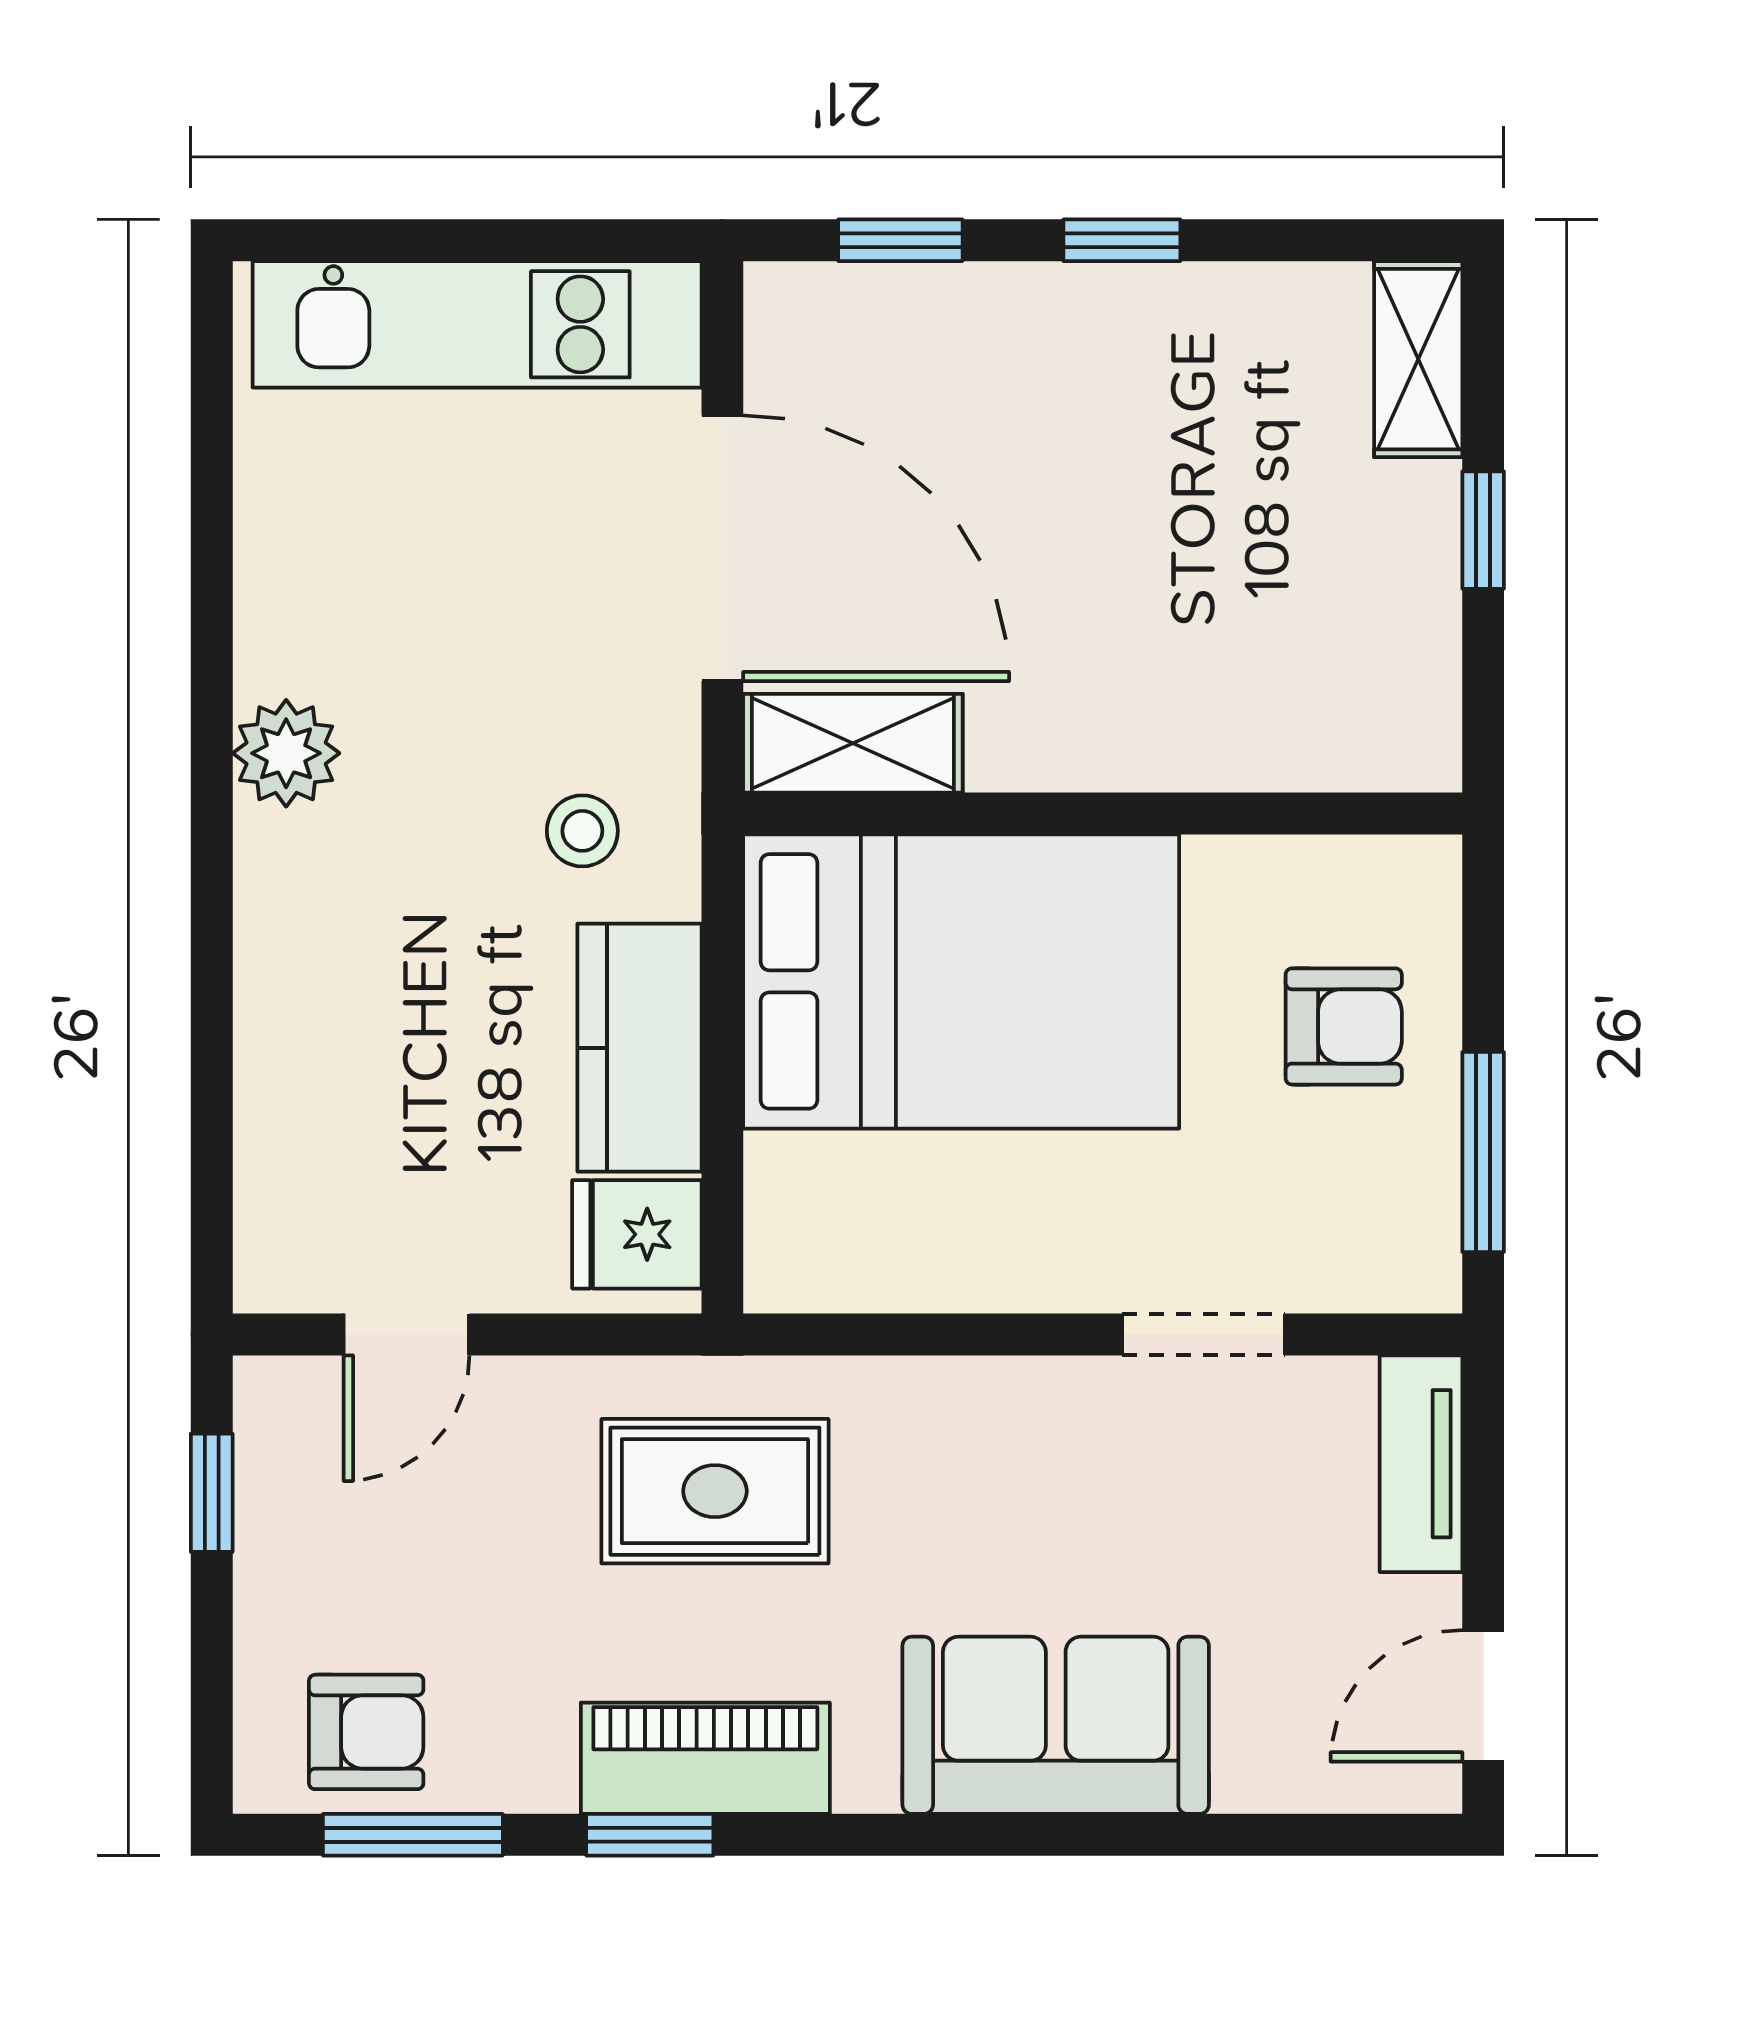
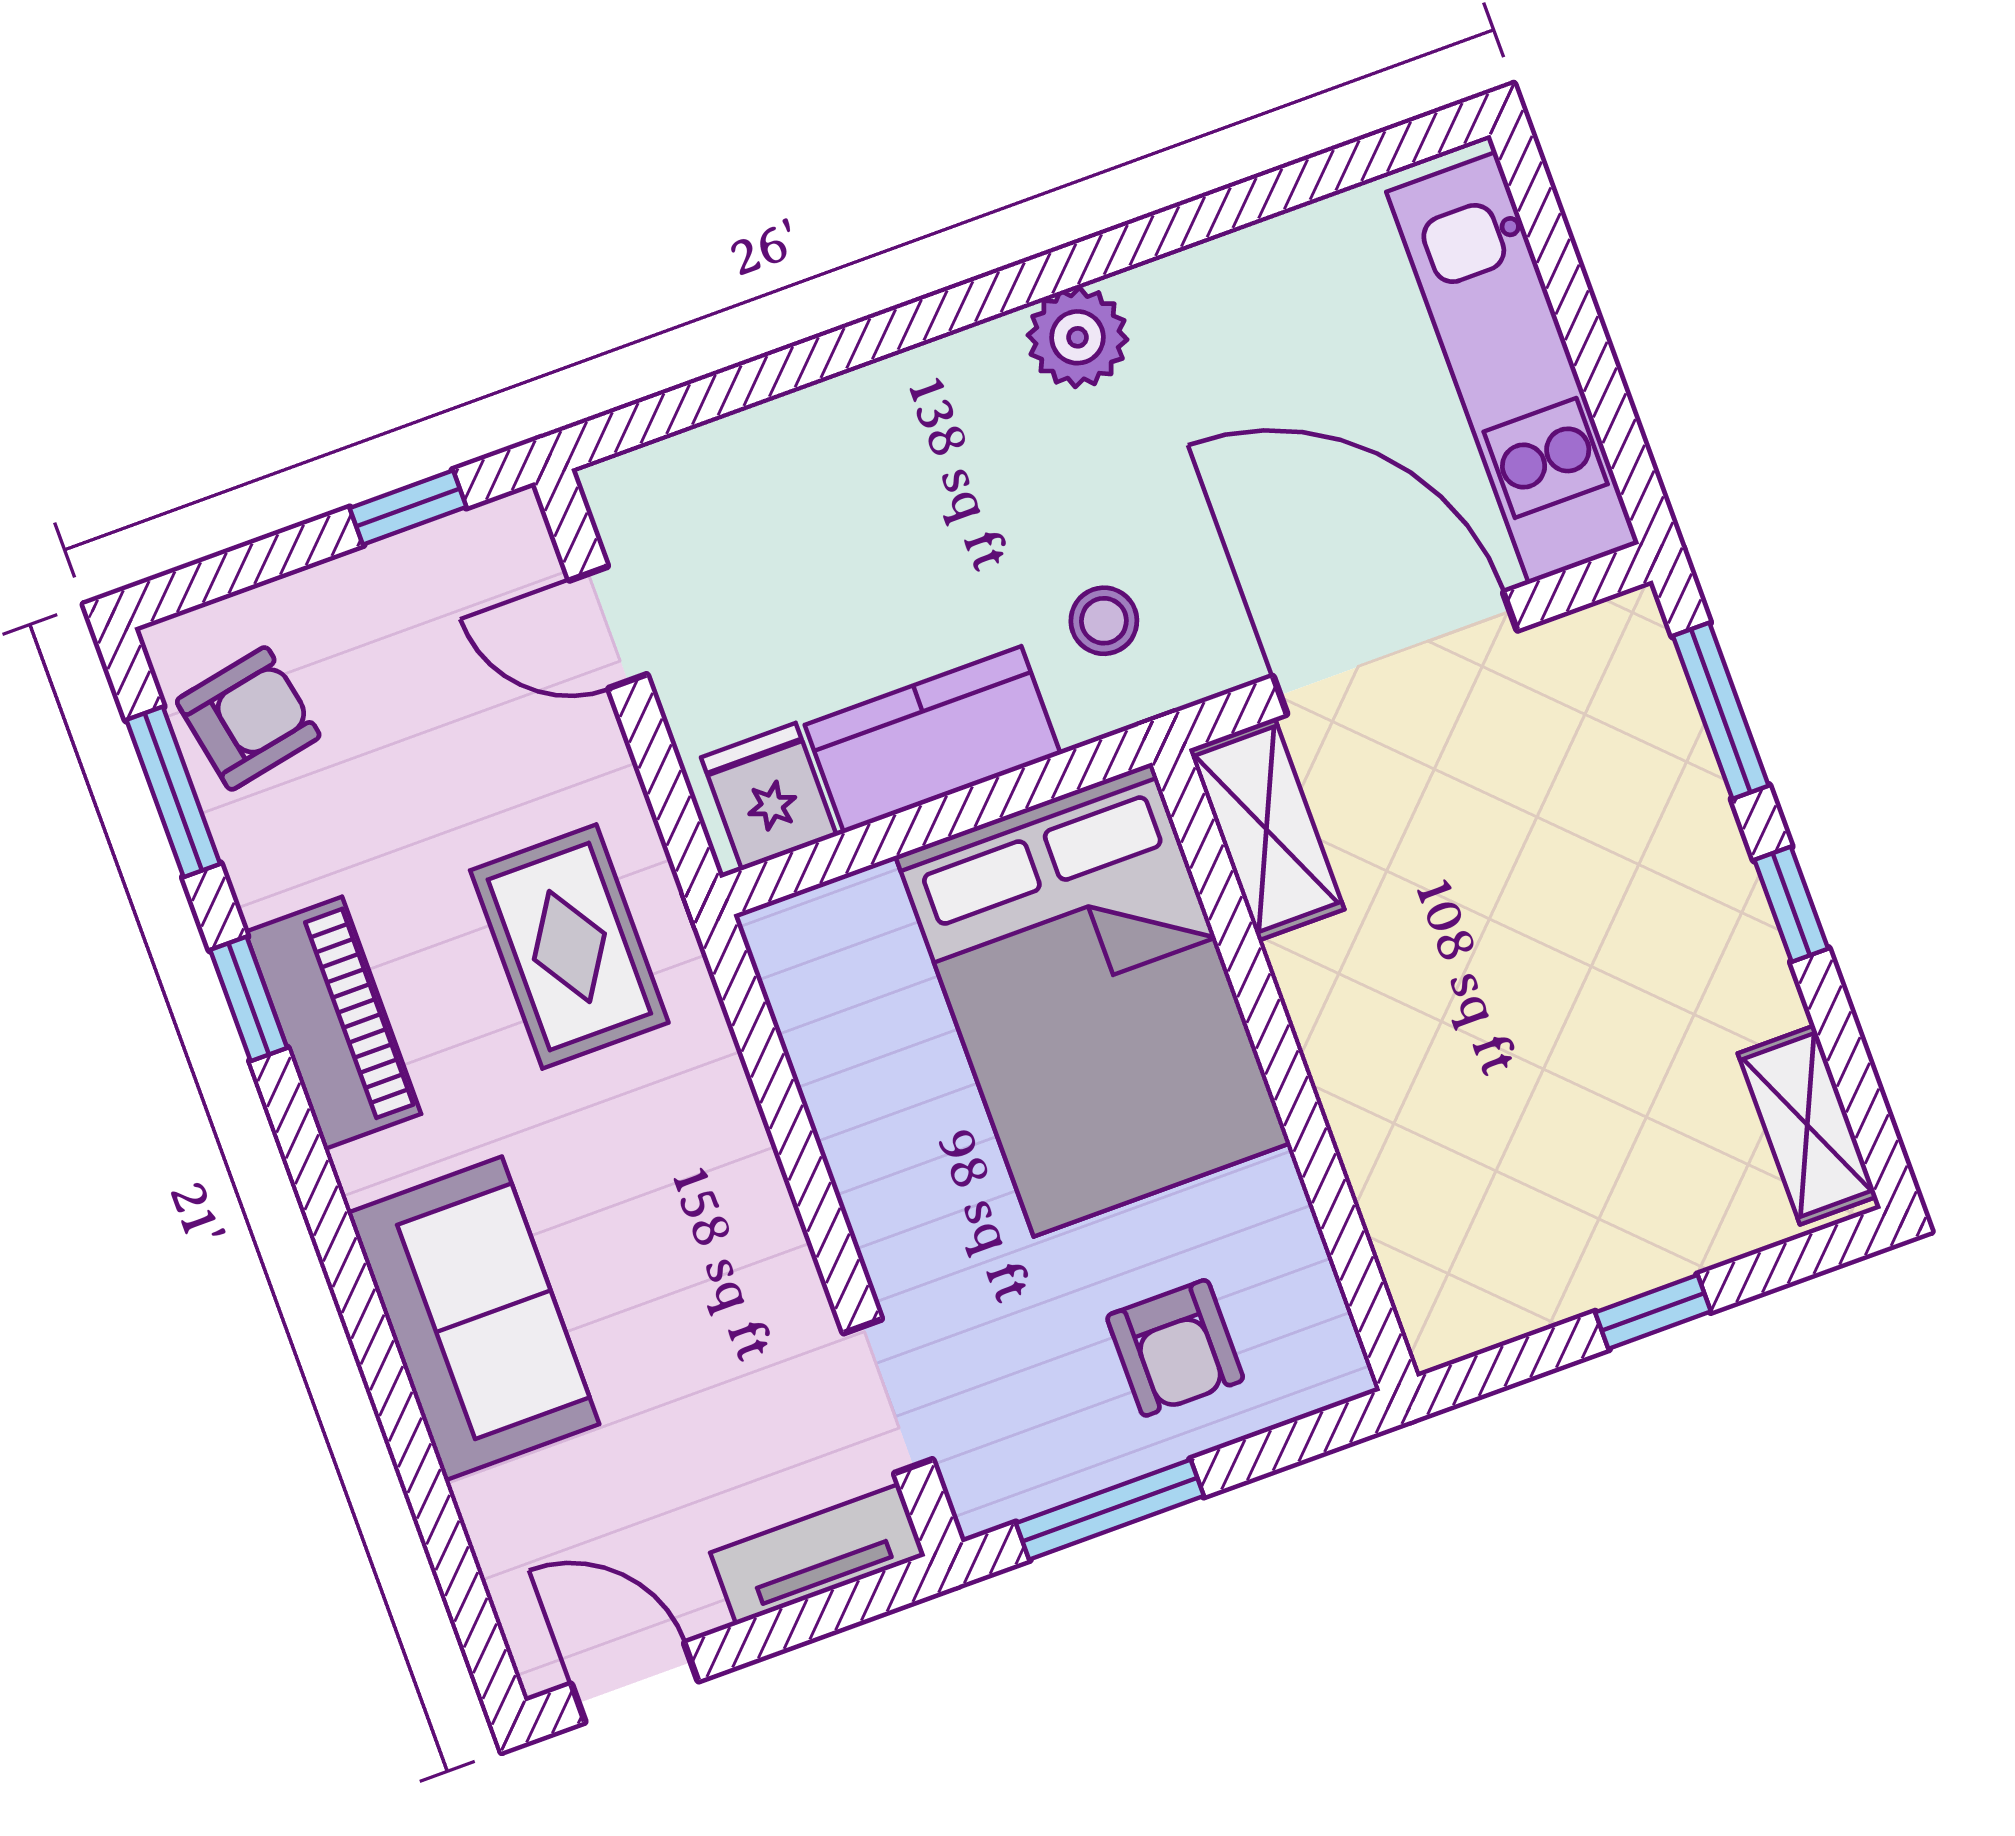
window: (900, 240) -> (1721, 711), width x1.50
shelving: (1418, 359) -> (1807, 1125), moved, turned 90
door: (722, 548) -> (1395, 653), swing flipped
doorway: (1203, 1334) -> (888, 1396), moved
armchair: (366, 1732) -> (248, 718), turned -101

